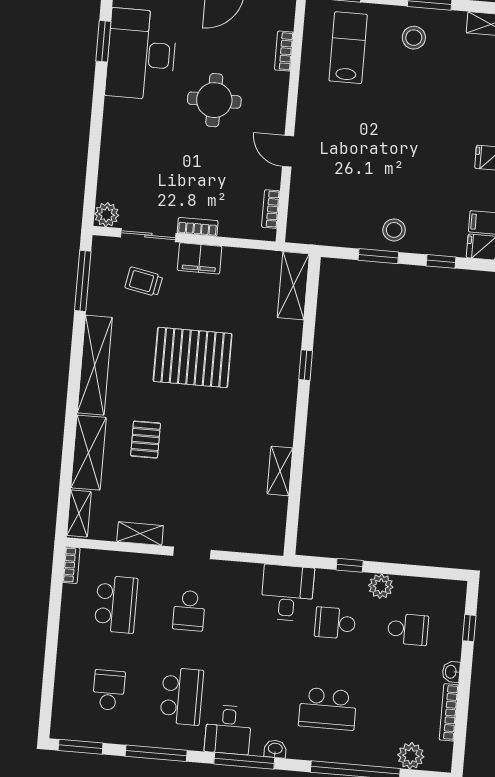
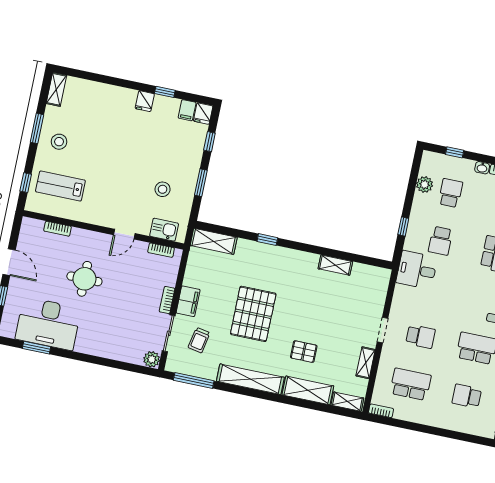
kitchen sink: (302, 210) -> (164, 230), added
stool: (394, 230) -> (163, 189), moved
plant: (381, 586) -> (425, 185), moved

